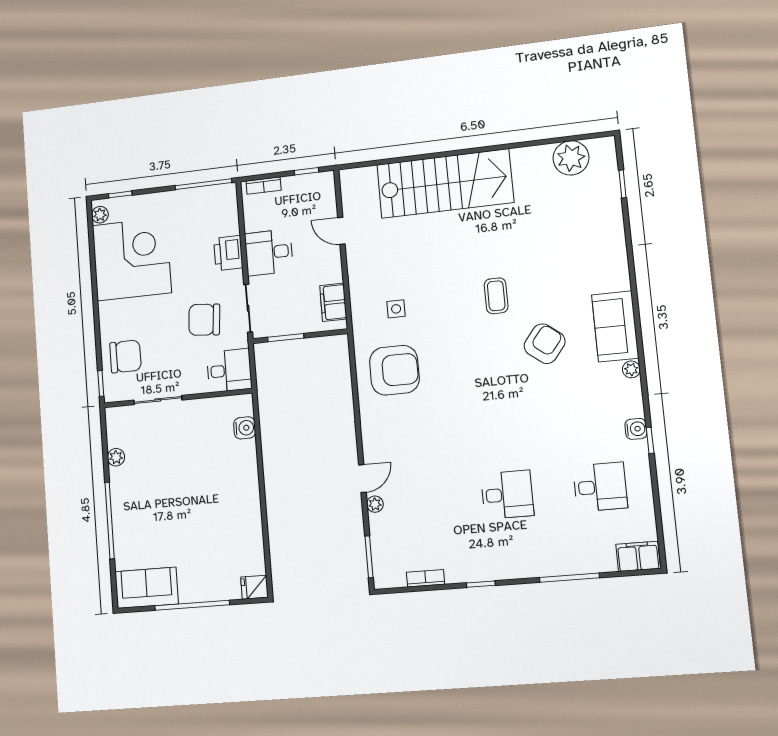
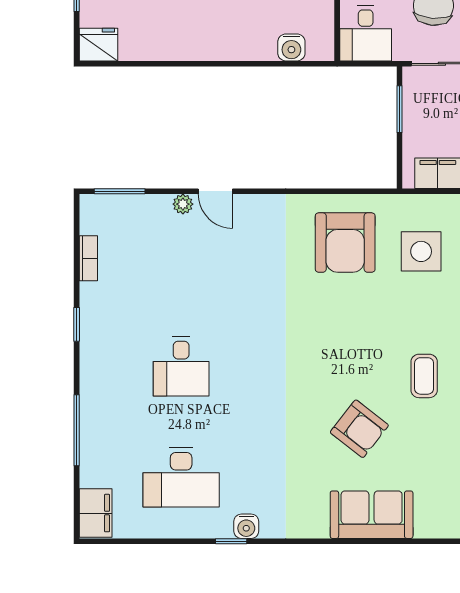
coffee table: (496, 296) -> (424, 376), turned 90
side table: (396, 309) -> (421, 251), width x1.87, depth x1.87
plant: (631, 369) -> (318, 528), removed
desk: (600, 487) -> (181, 477), width x1.37
fridge: (254, 587) -> (98, 45), width x1.38

